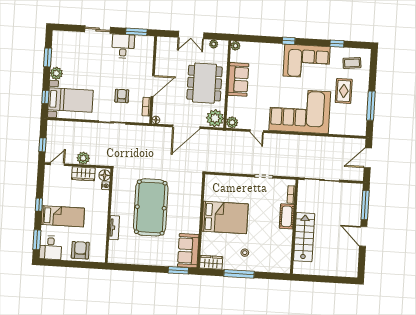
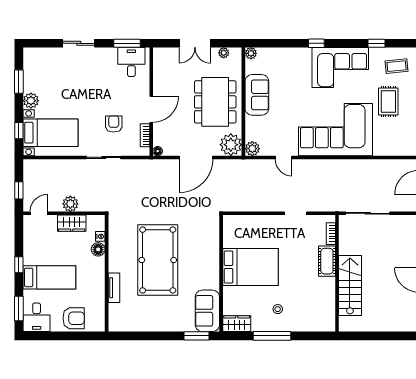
desk: (123, 46) -> (131, 62), moved
floor lamp: (105, 175) -> (98, 249), moved
armchair: (80, 250) -> (74, 318), turned 90

